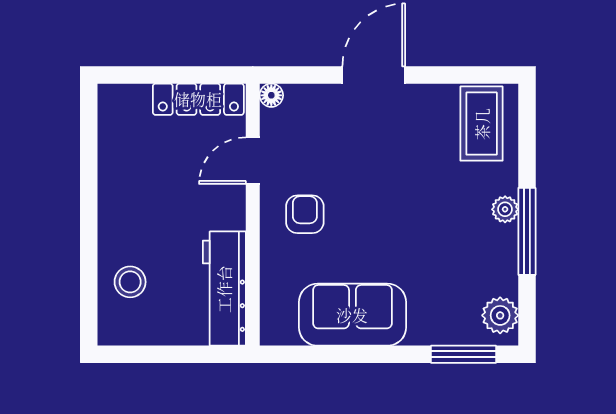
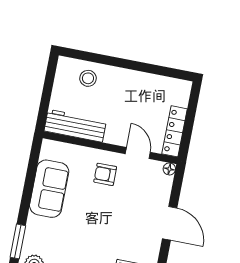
armchair: (305, 214) -> (105, 174), turned 180

